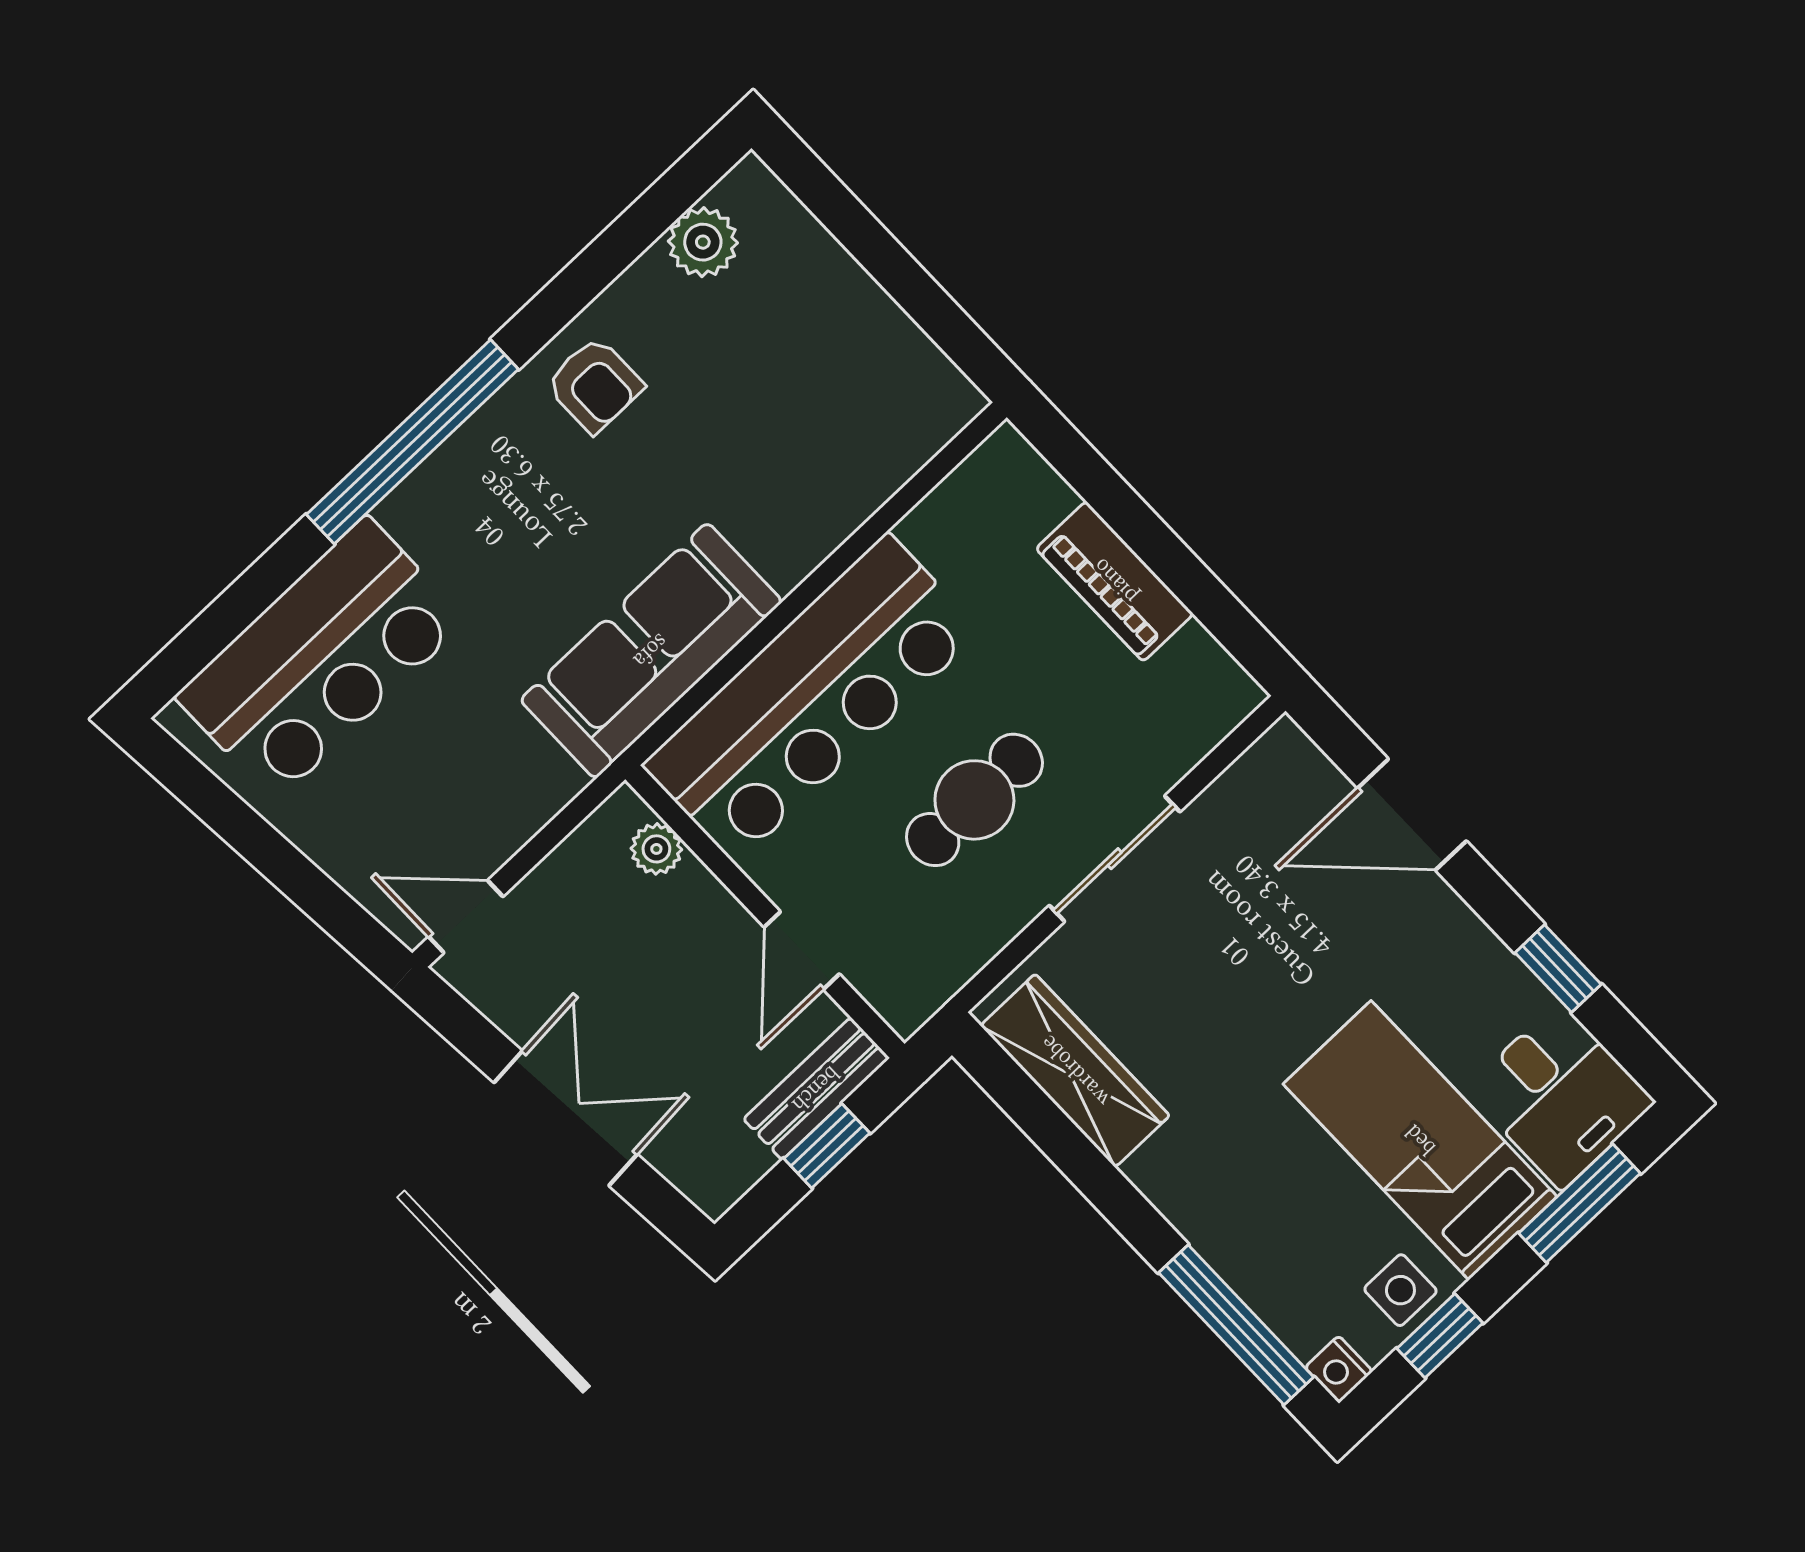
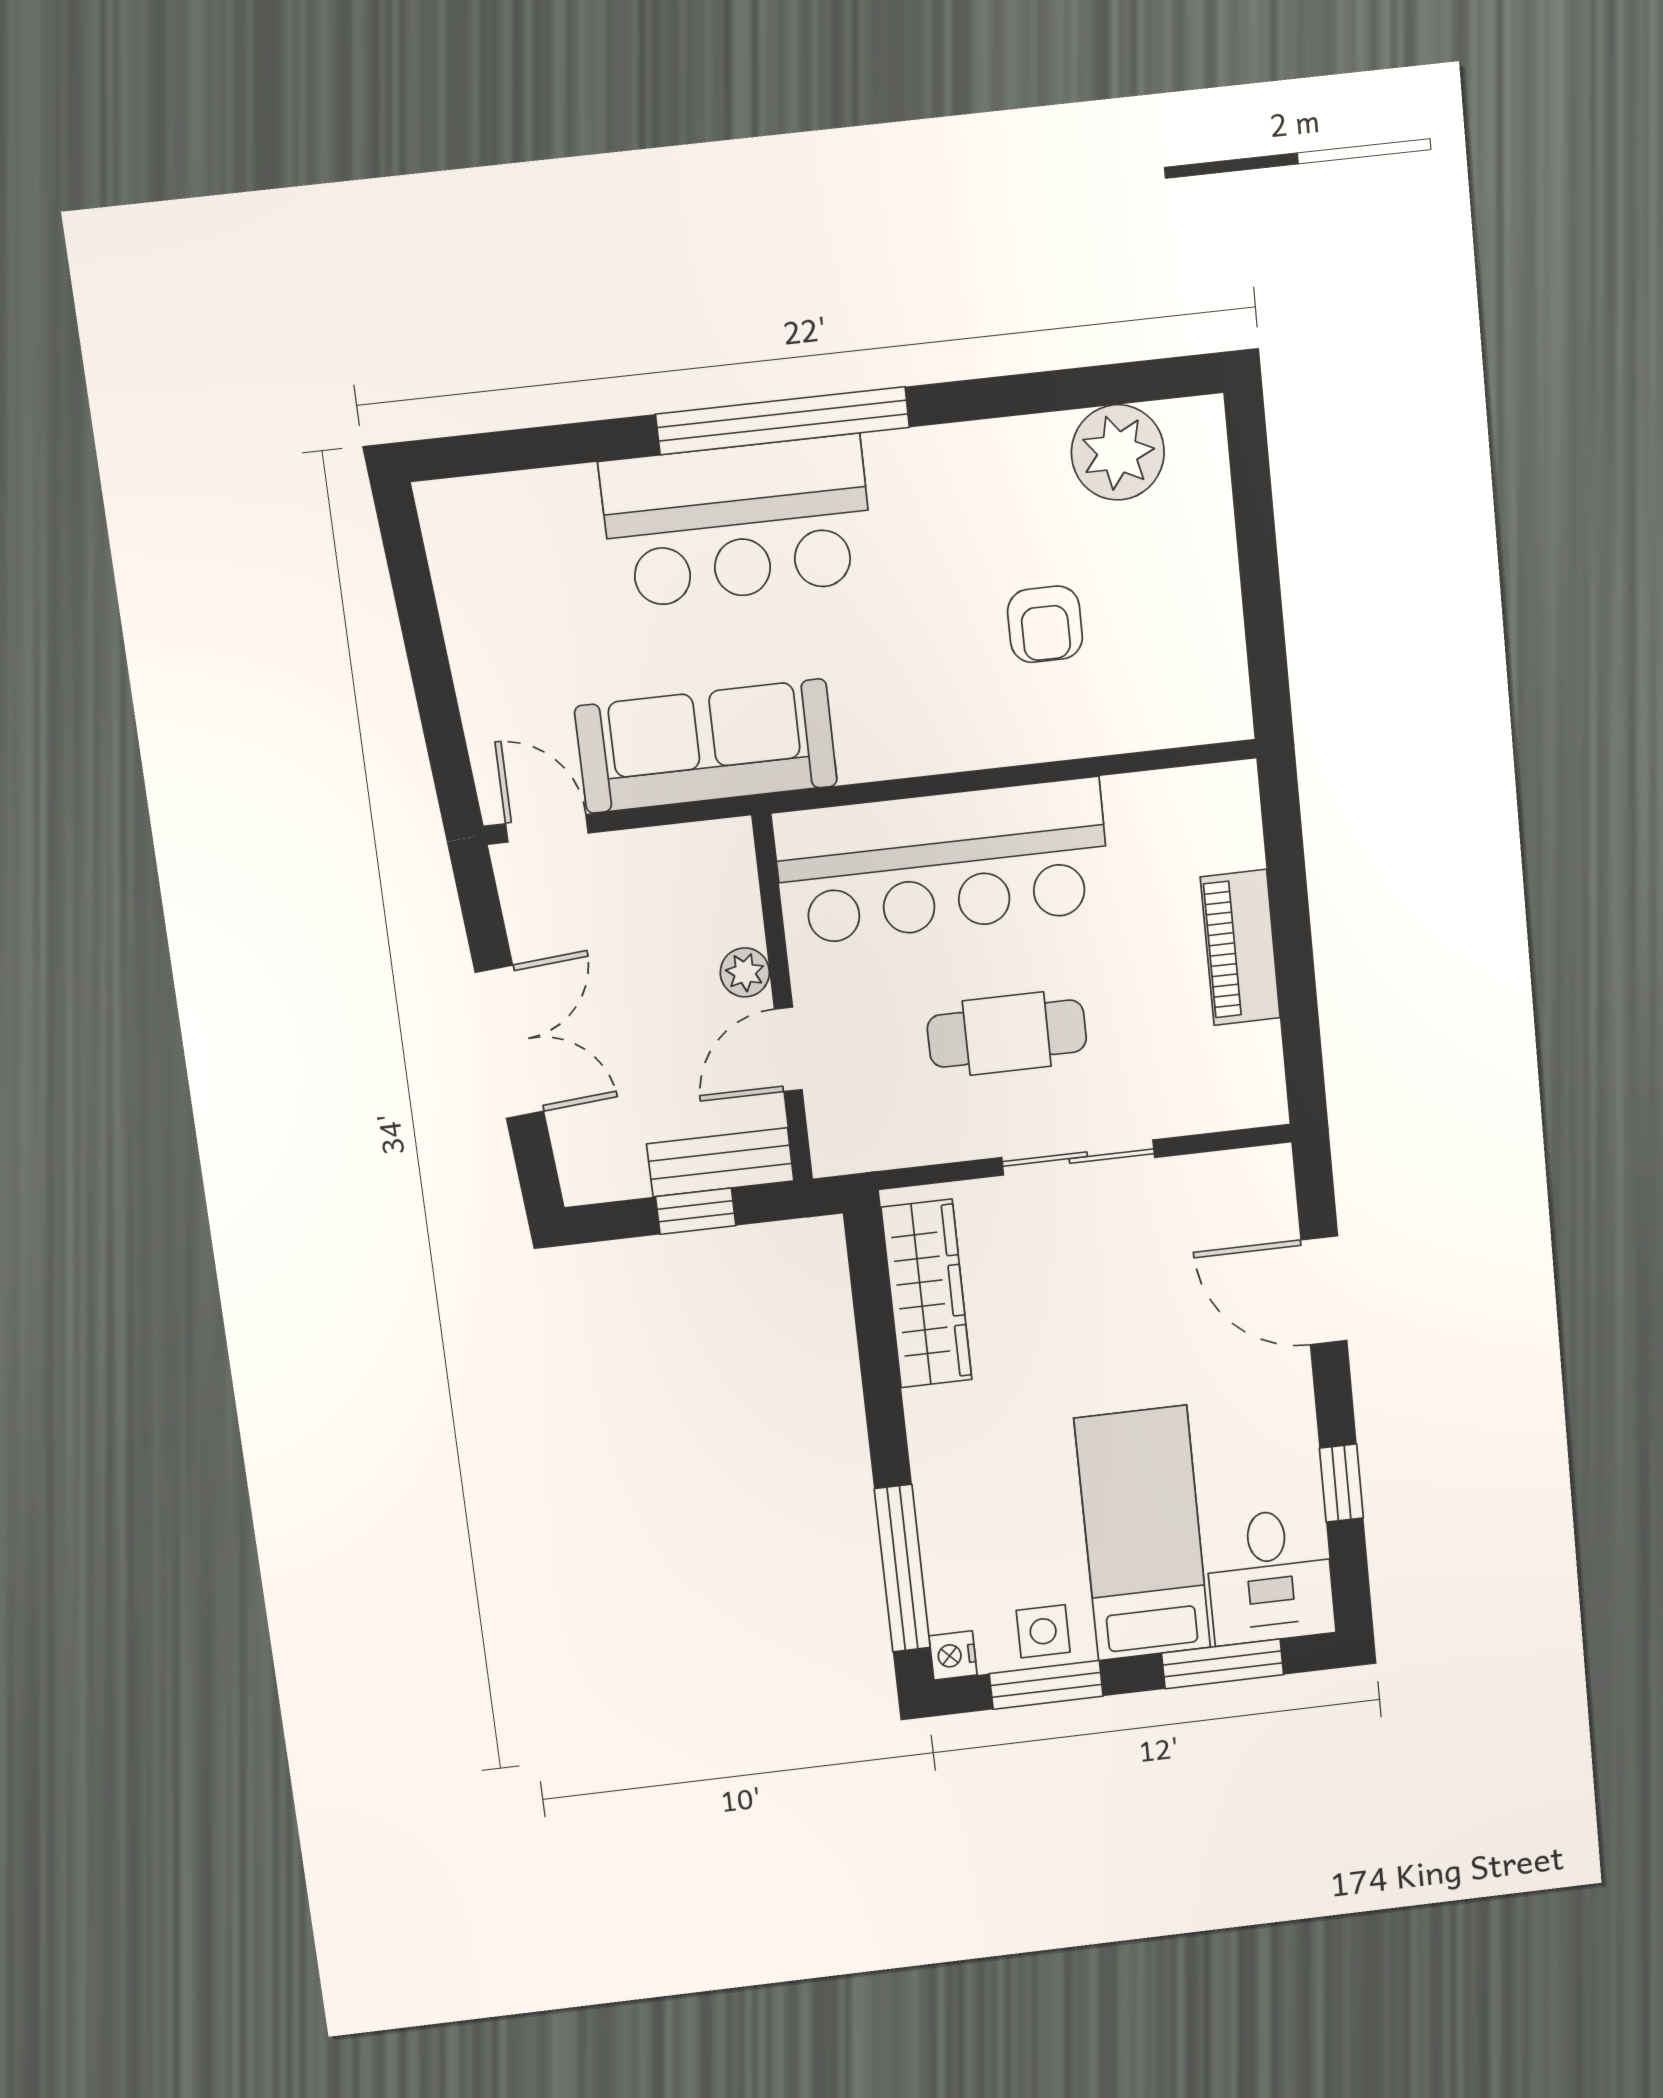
plant: (703, 242) -> (1118, 452), width x1.36, depth x1.36
armchair: (595, 385) -> (1045, 624), moved
sofa: (651, 651) -> (706, 746), moved
bar counter: (321, 659) -> (737, 521), moved
plant: (656, 849) -> (745, 972), moved
window: (1440, 1336) -> (1046, 1685), width x1.50

